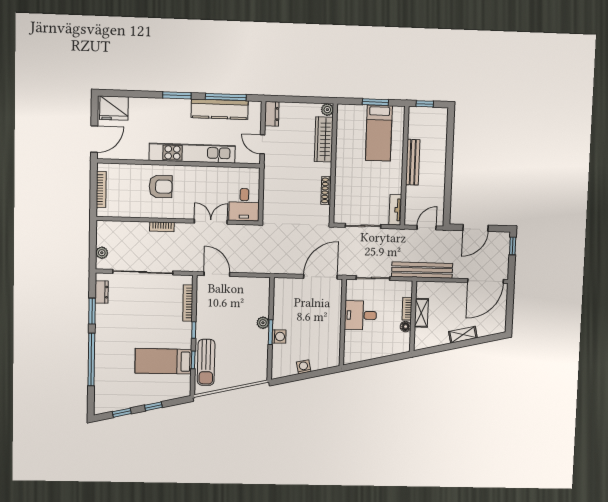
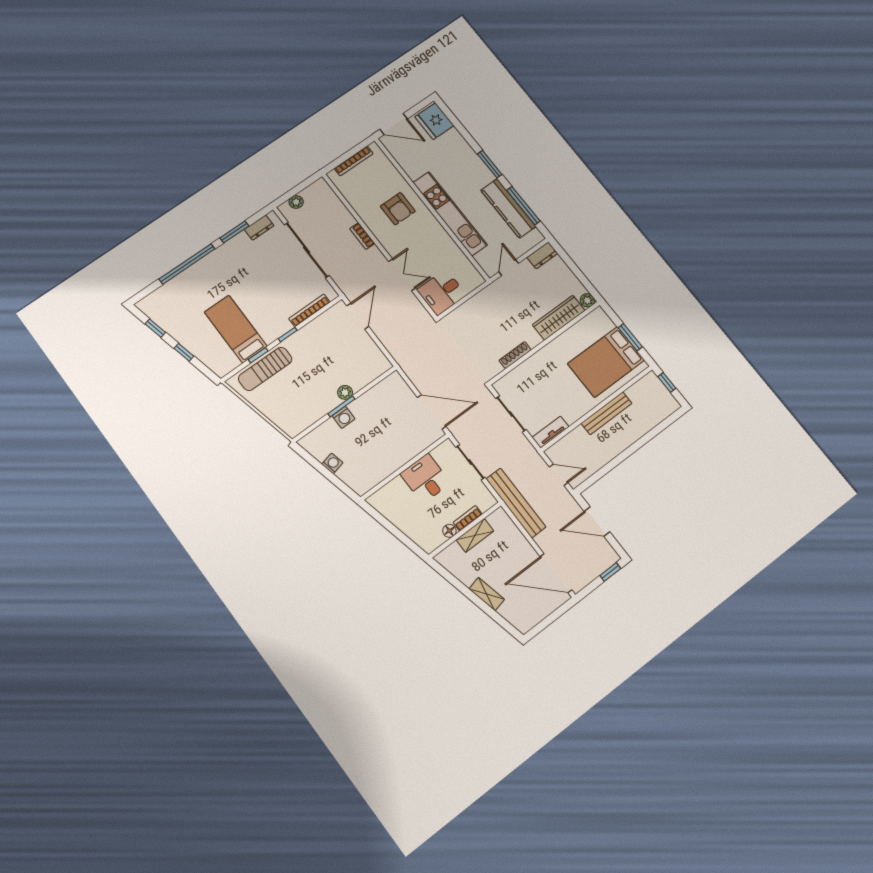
bed: (379, 133) -> (606, 362), width x1.50

